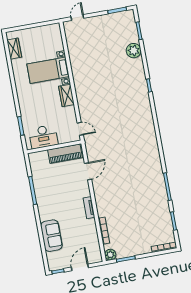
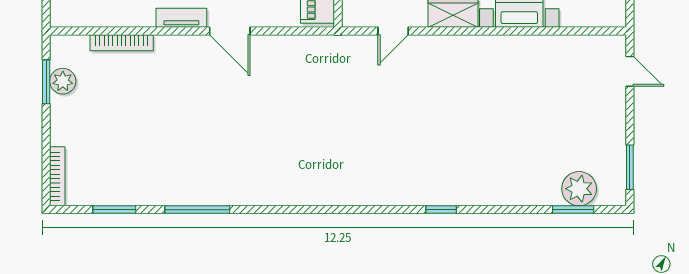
plant: (134, 51) -> (579, 189), moved
door: (80, 129) -> (393, 31), moved
door: (88, 171) -> (230, 31), moved
plant: (110, 255) -> (63, 81), moved

